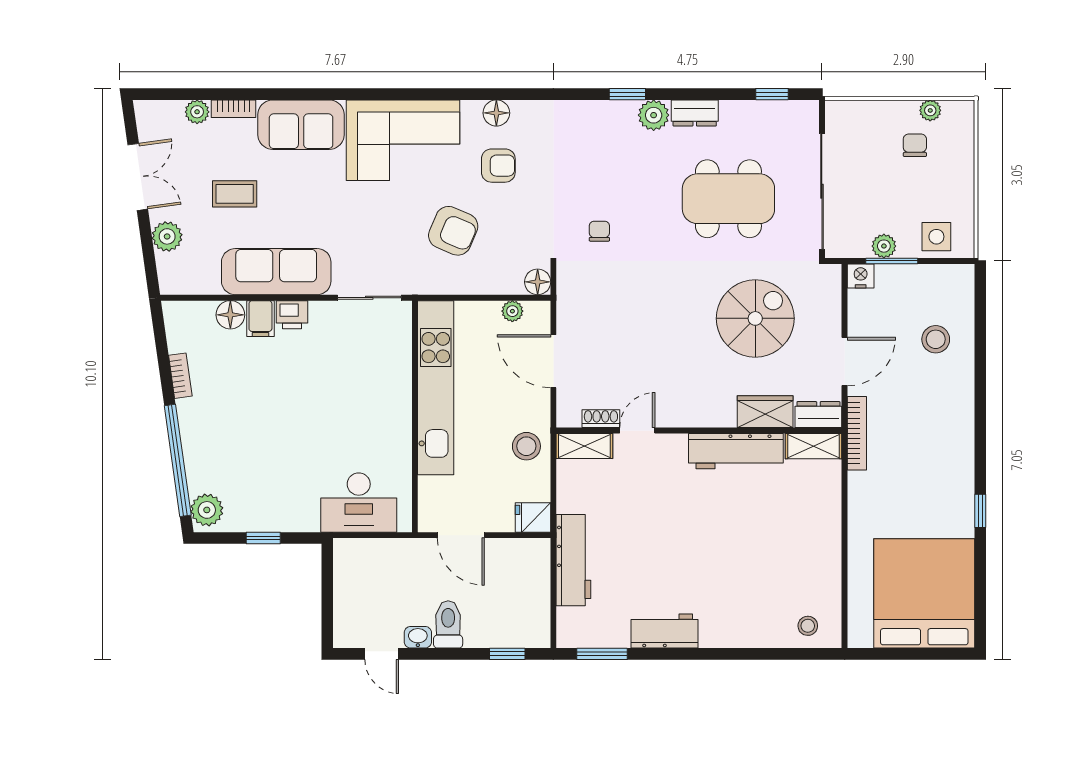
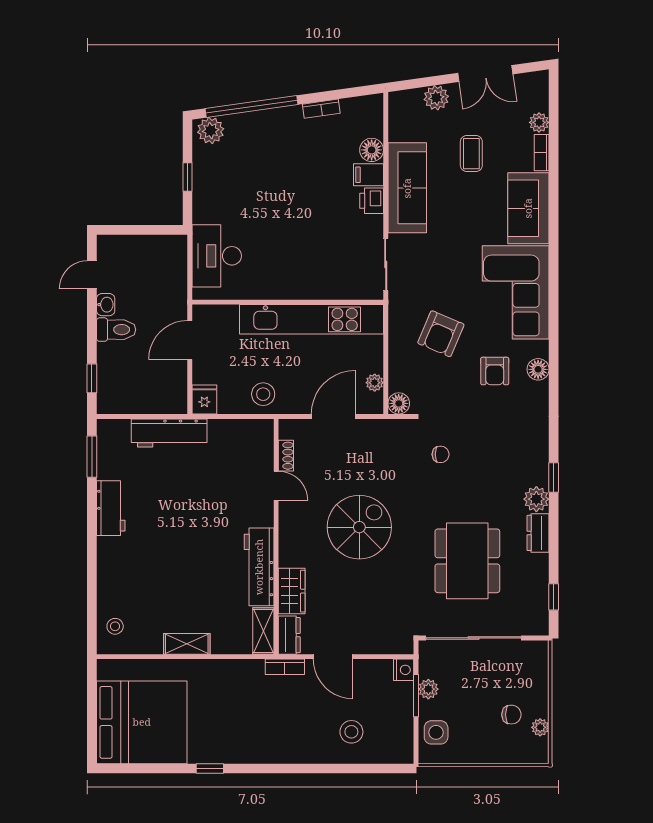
spiral stairs: (755, 318) -> (359, 527), moved, turned -90
bookcase: (857, 433) -> (285, 667), width x0.64
shelving: (584, 446) -> (187, 644), moved, turned 90

